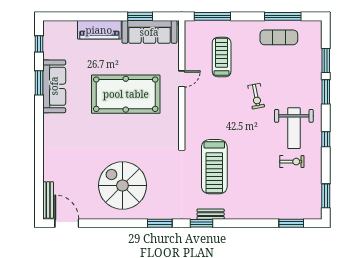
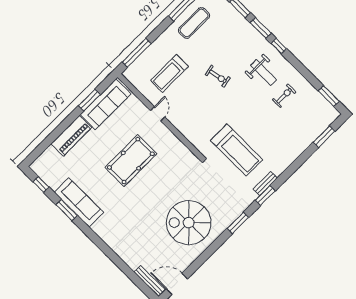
treadmill: (222, 57) -> (169, 73), turned -90
pool table: (126, 94) -> (131, 161), width x0.73, depth x0.76
weight bench: (294, 128) -> (263, 73), width x0.73, depth x0.75
window: (326, 139) -> (279, 46), moved

